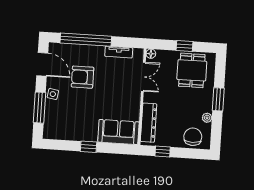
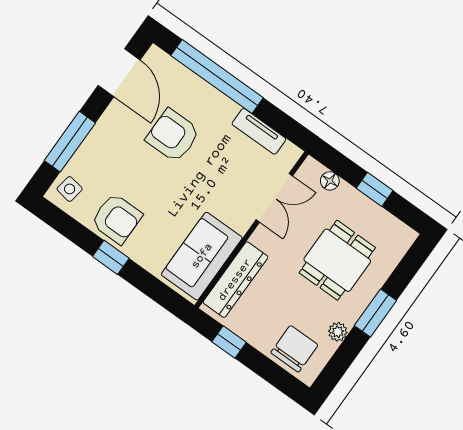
floor lamp: (151, 54) -> (330, 181), moved
dining table: (192, 70) -> (337, 260), moved
side table: (53, 94) -> (70, 189), moved
armchair: (81, 128) -> (117, 219), added
sofa: (118, 132) -> (202, 256), moved, turned -90

